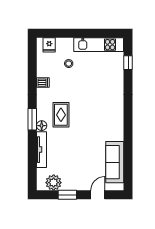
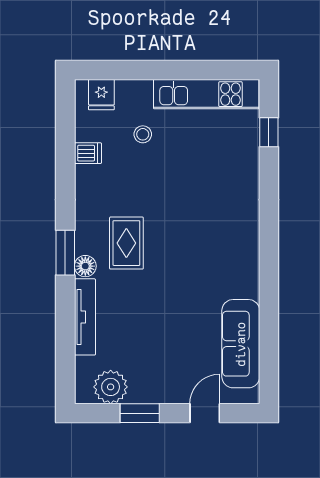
dishwasher: (43, 83) -> (88, 153), moved

